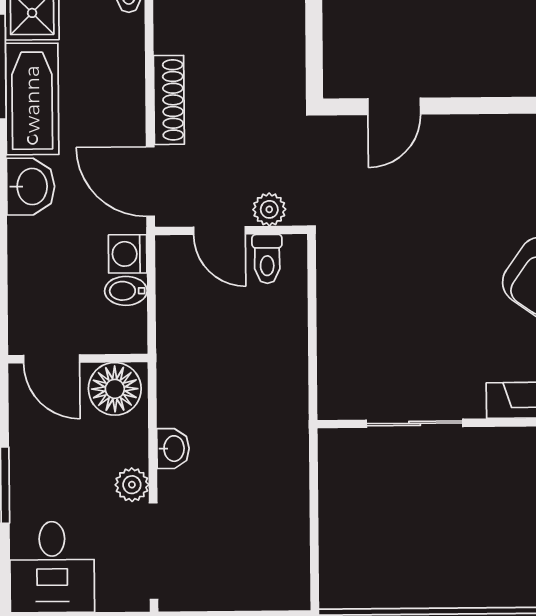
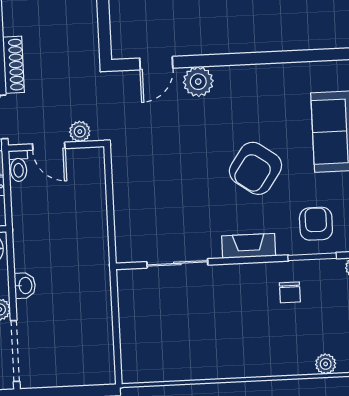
plant: (459, 138) -> (198, 82), added
toilet: (267, 259) -> (18, 166), moved

